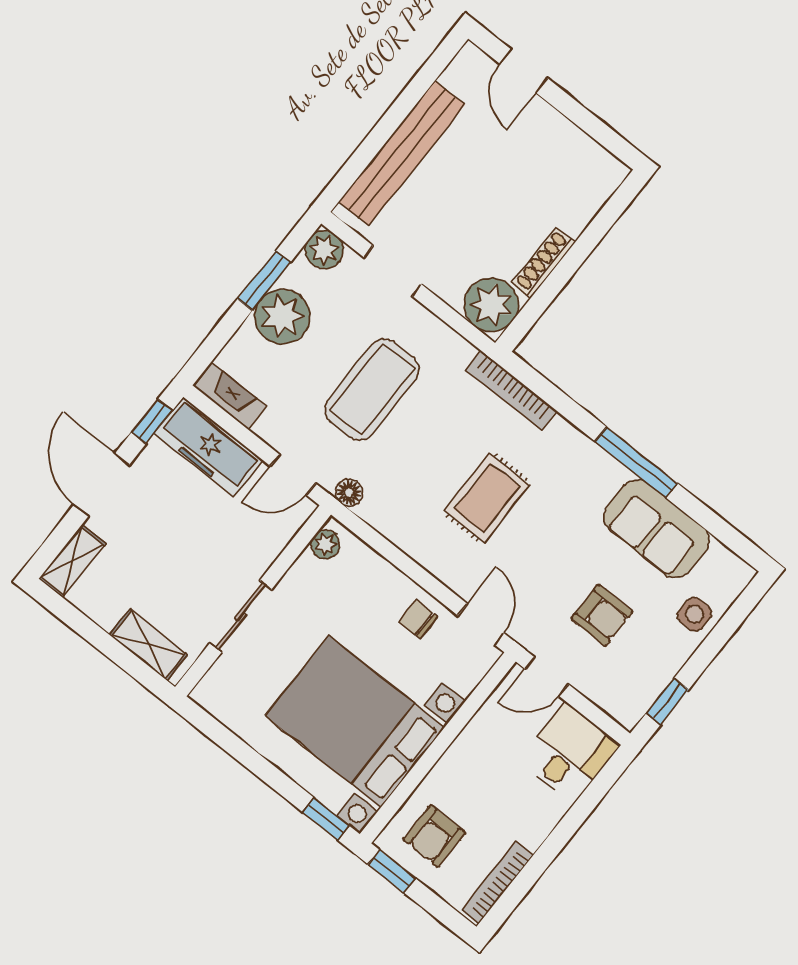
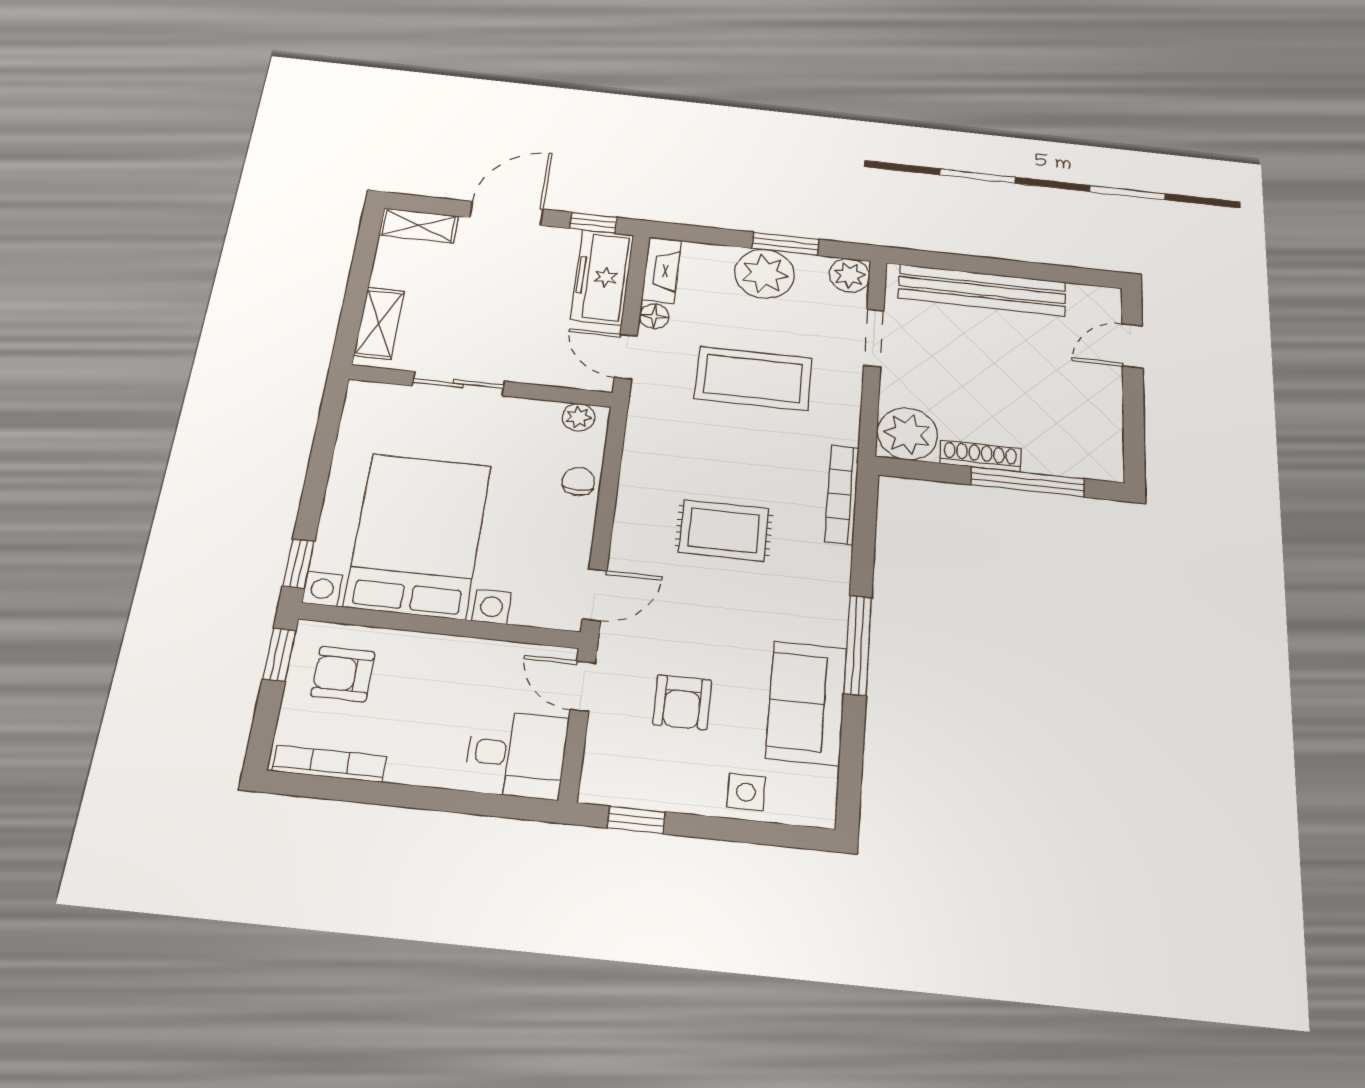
window: (587, 243) -> (1028, 482), added
floor lamp: (349, 493) -> (654, 316), moved
chair: (418, 619) -> (578, 482), moved

